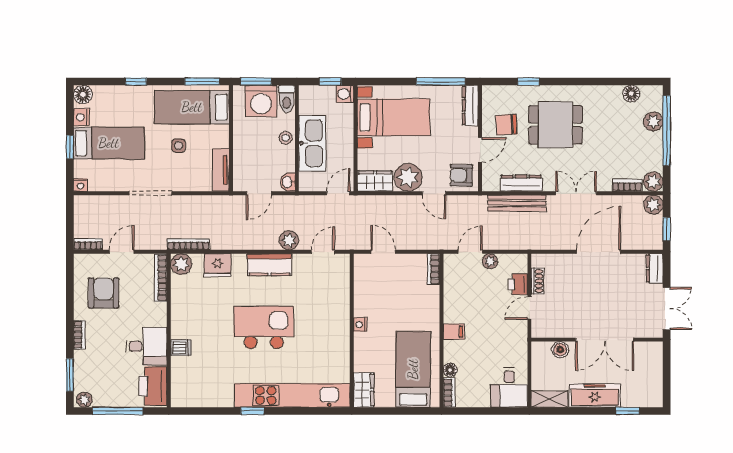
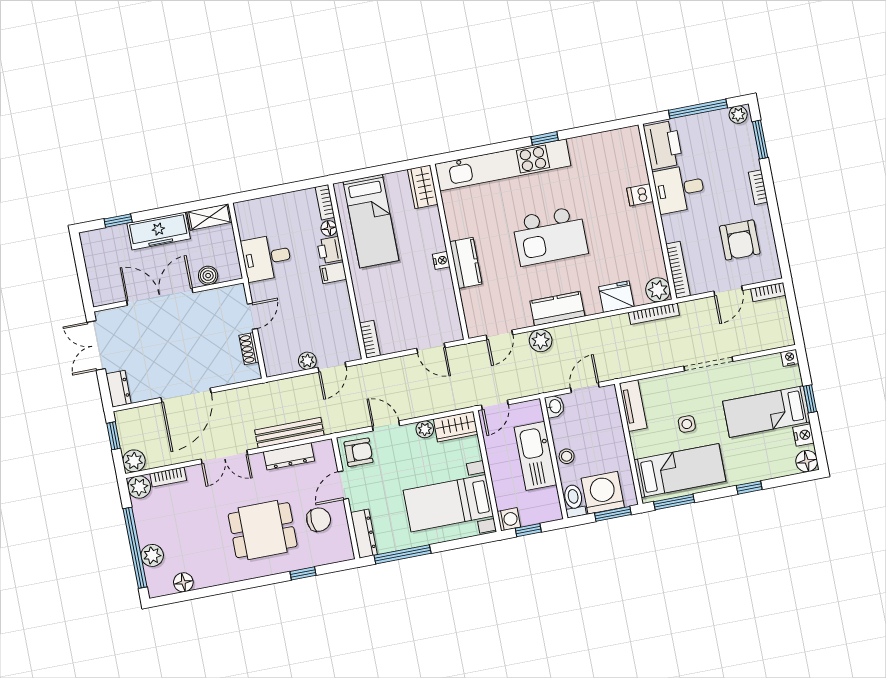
plant: (408, 177) -> (425, 429), width x0.53, depth x0.53
printer: (518, 284) -> (330, 250), moved, turned 180
kitchen counter: (340, 318) -> (466, 263), added
desk: (509, 388) -> (267, 258), moved, turned -90

